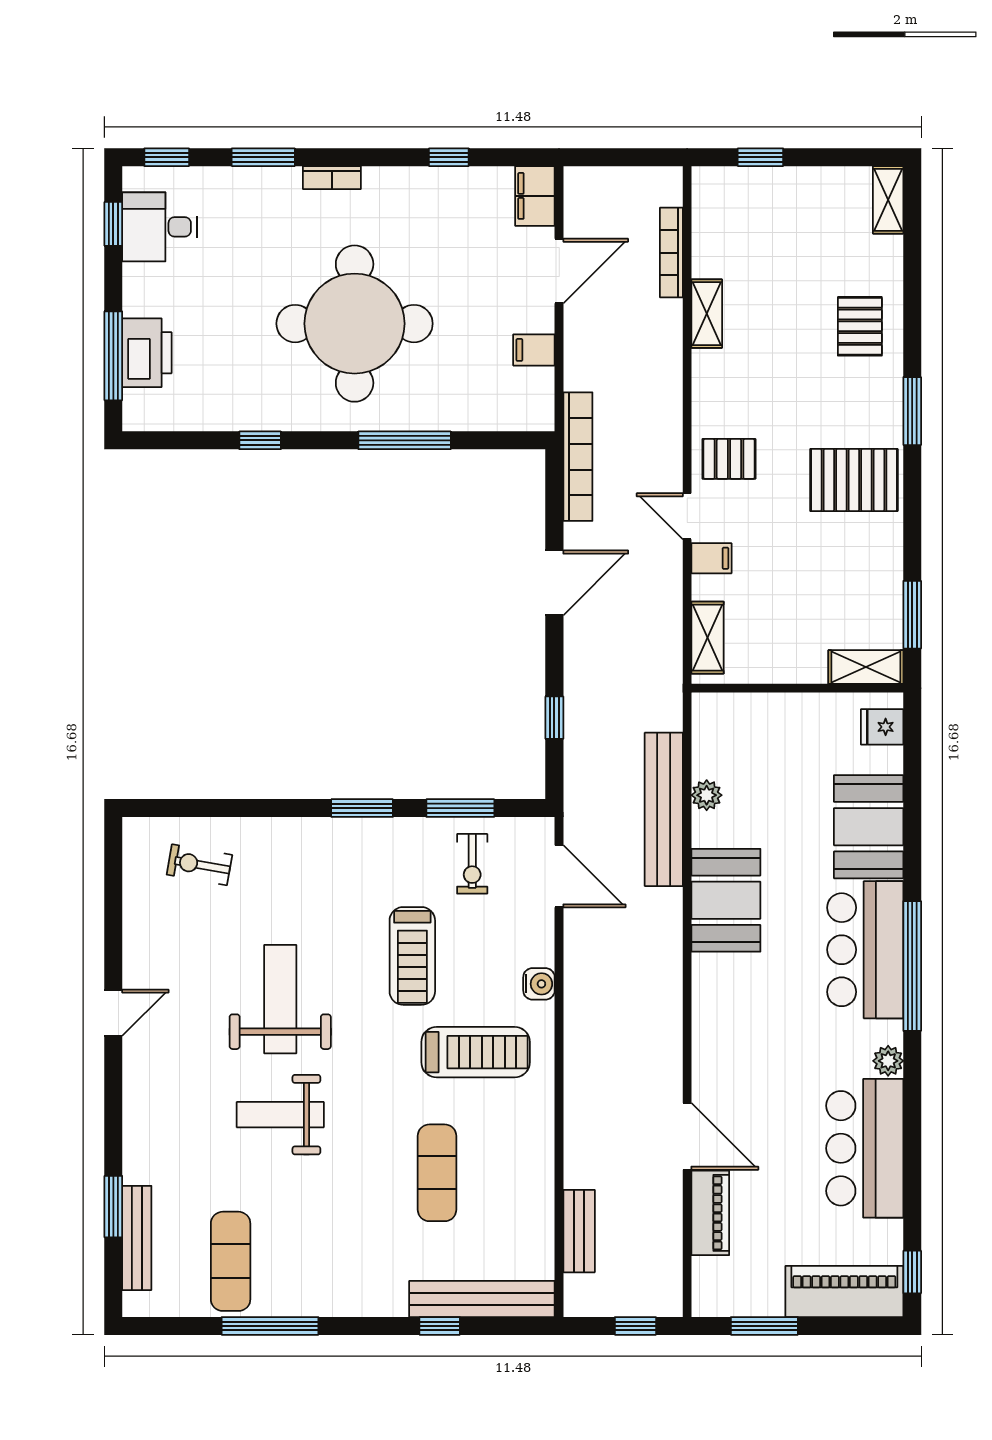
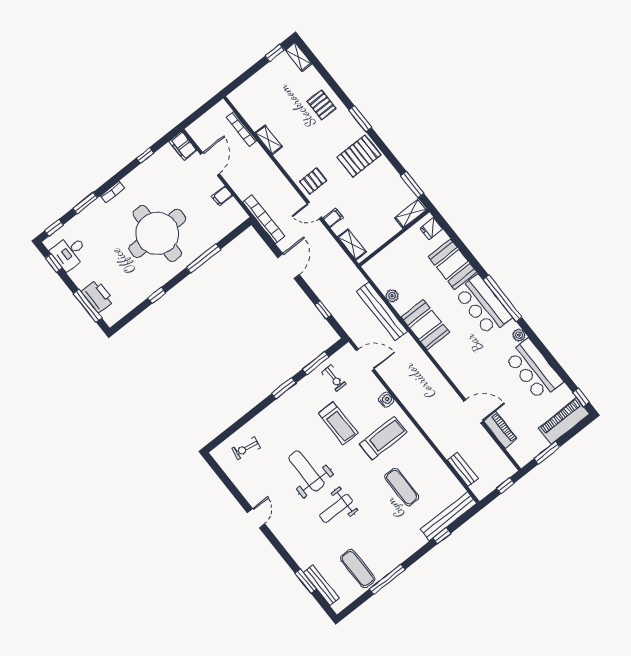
window: (760, 157) -> (275, 53), moved

